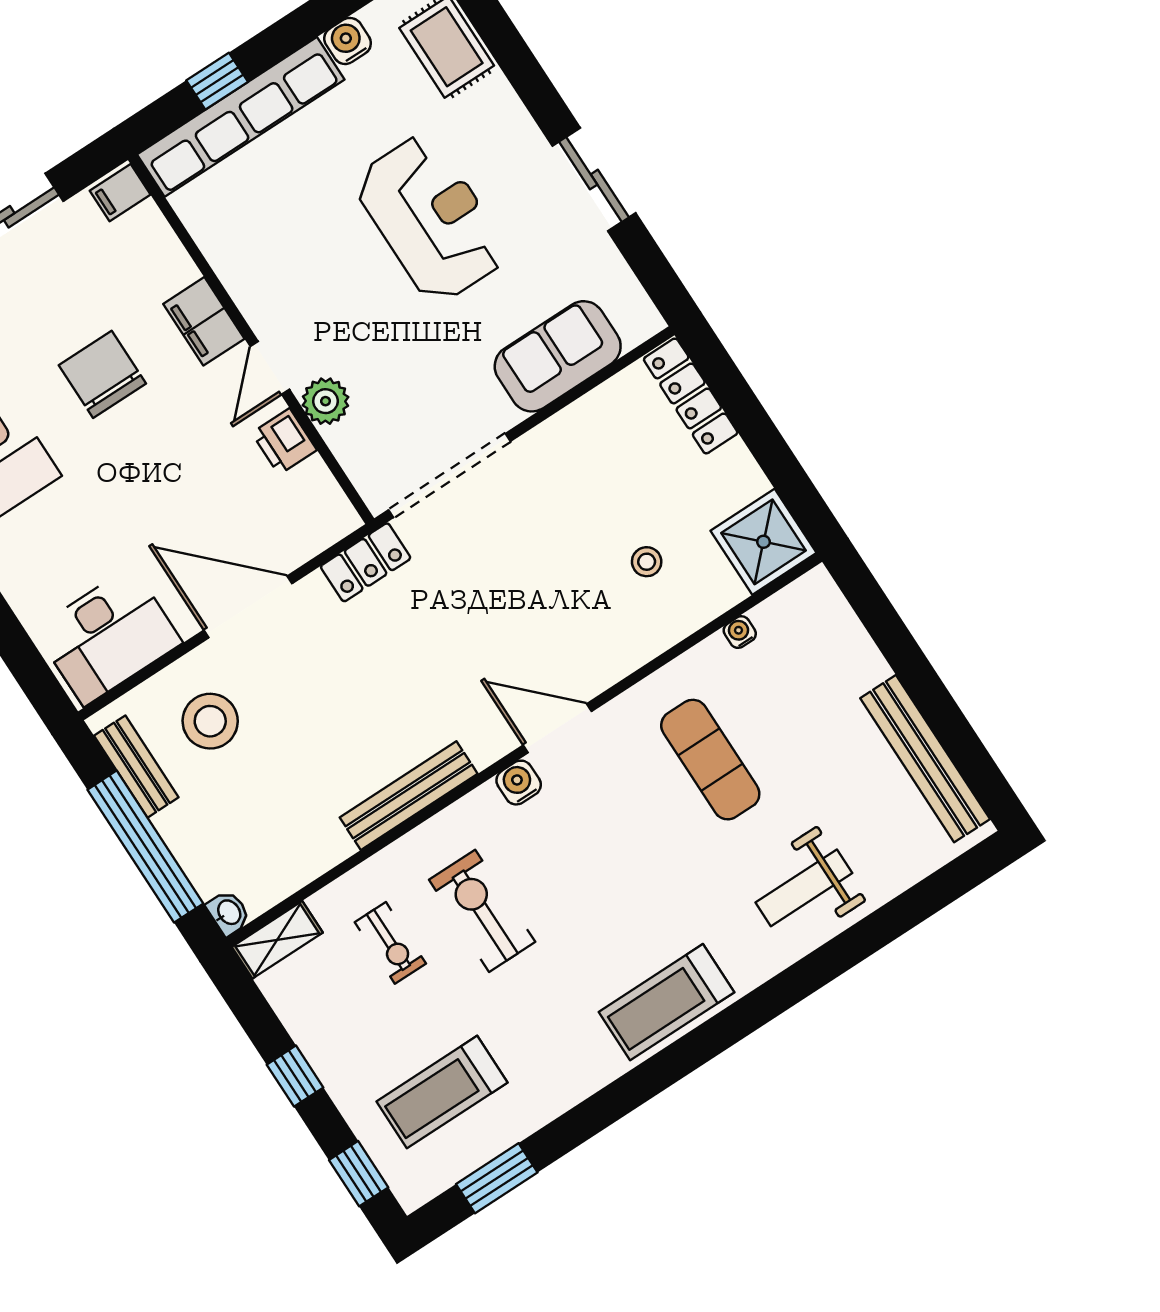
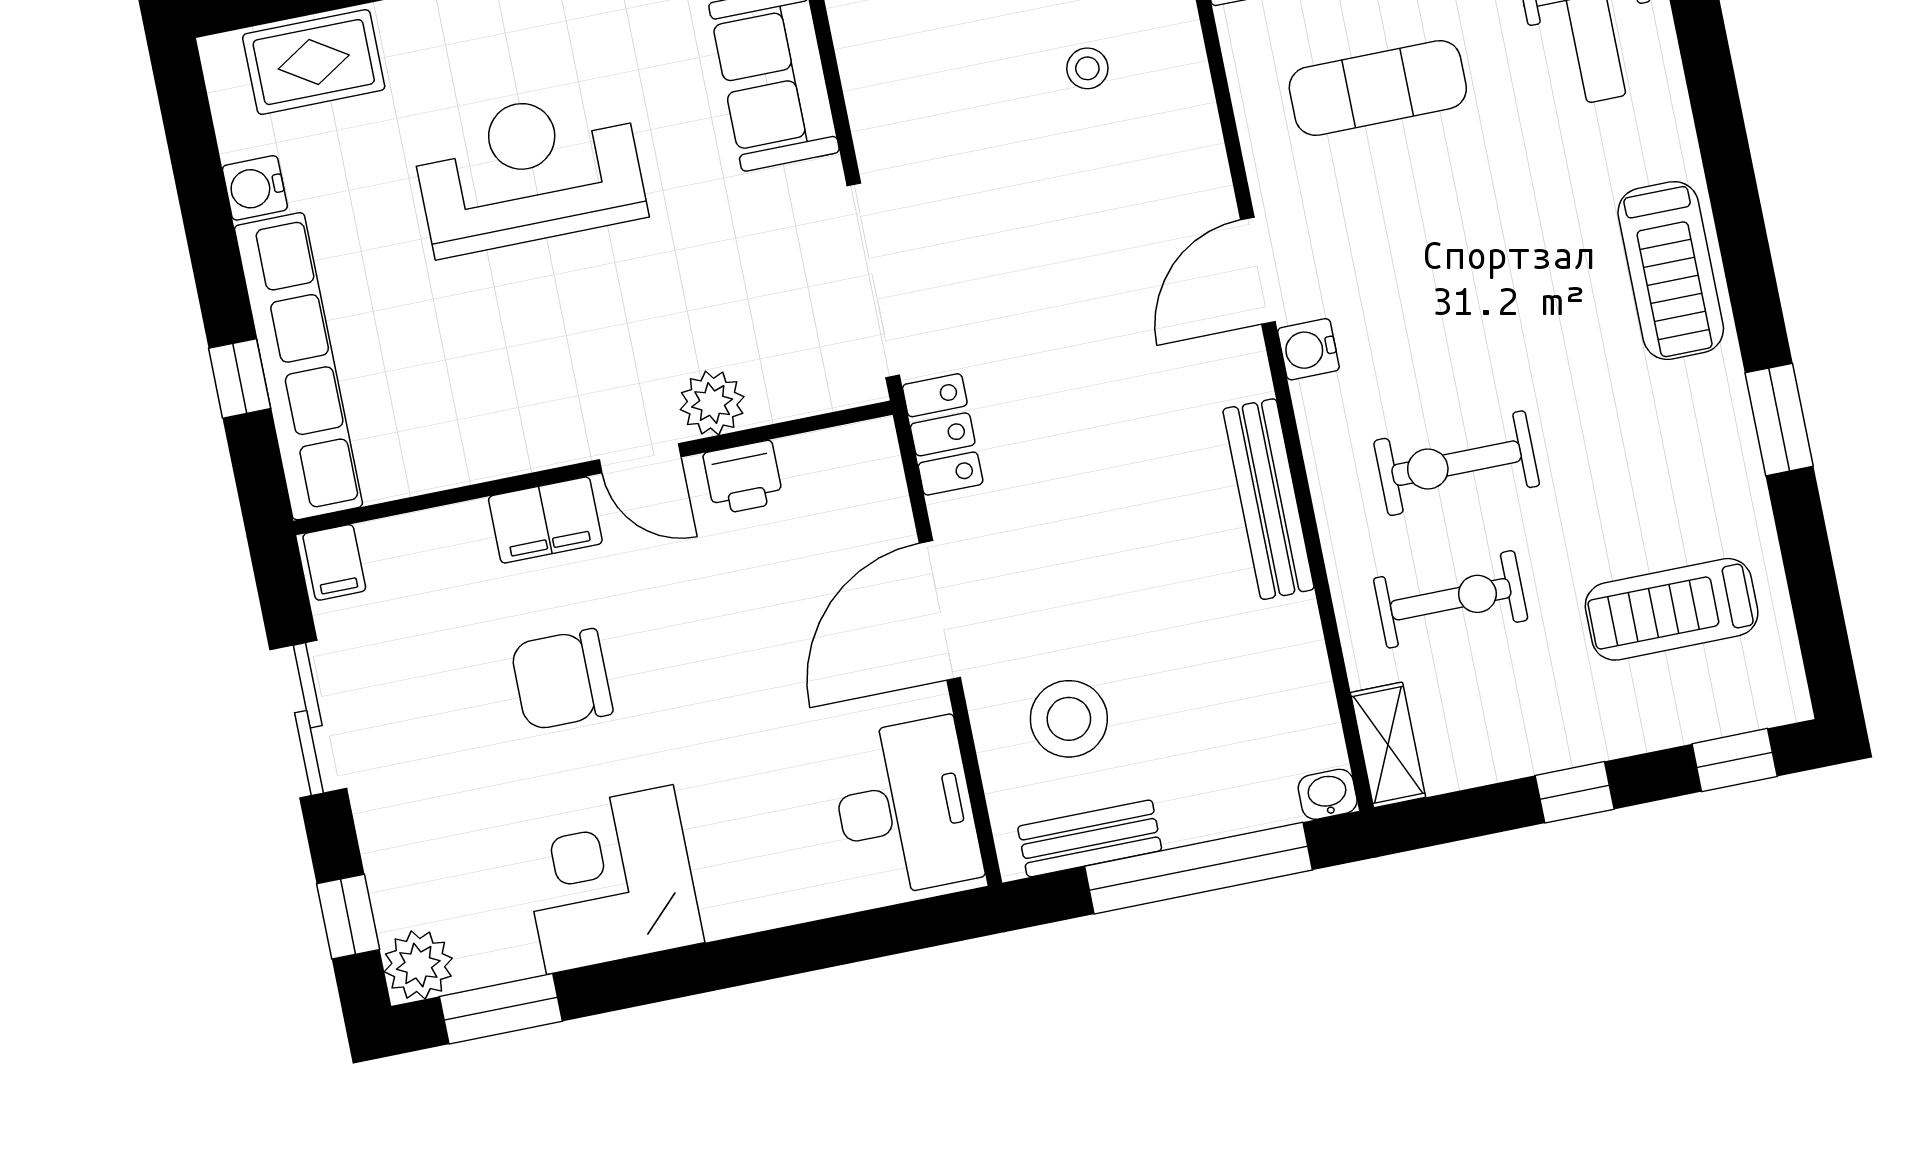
exercise bike: (390, 943) -> (1451, 599), width x1.38, depth x1.39
treadmill: (442, 1092) -> (1672, 609), turned 90
window: (497, 1178) -> (1779, 420), moved

